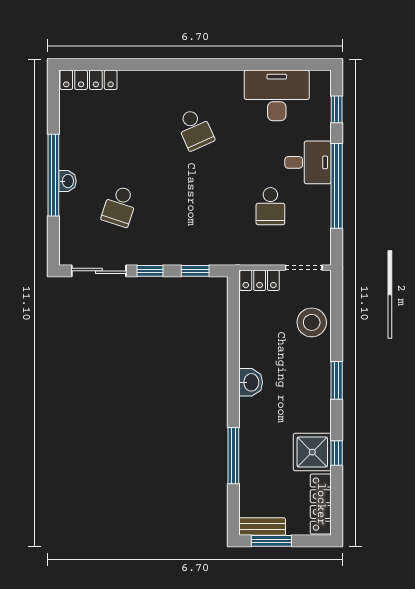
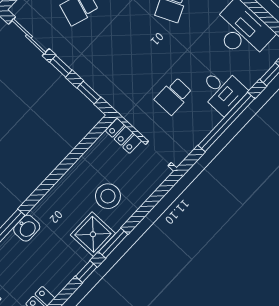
stool: (312, 322) -> (108, 196), moved
washbasin: (251, 382) -> (27, 228), moved
shower: (312, 452) -> (93, 234), moved
window: (337, 453) -> (86, 272), moved

